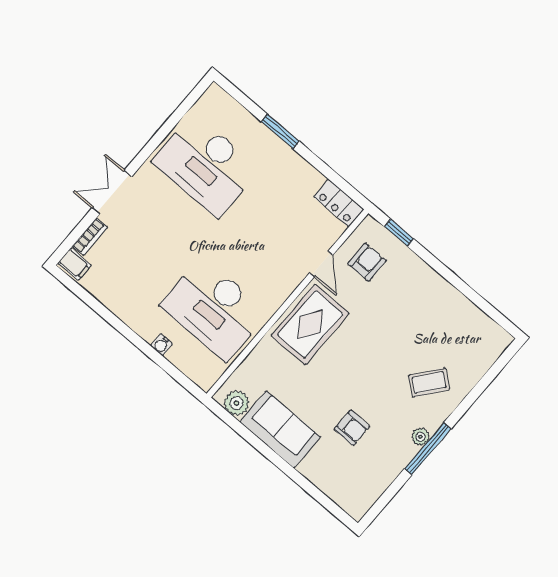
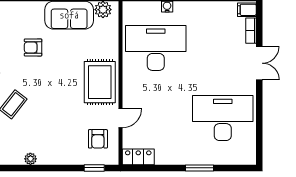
door: (321, 264) -> (121, 118), swing flipped
plant: (462, 305) -> (30, 159), added

